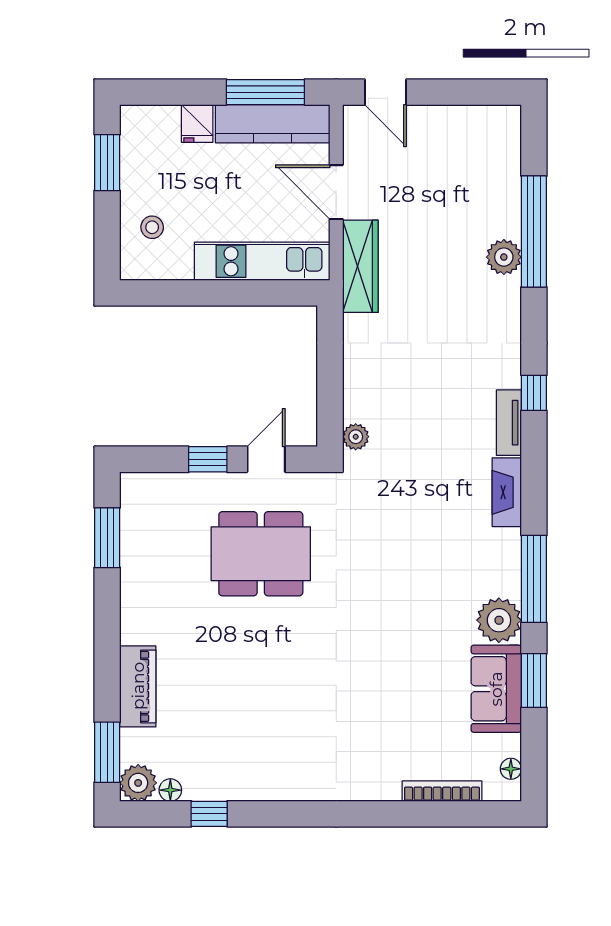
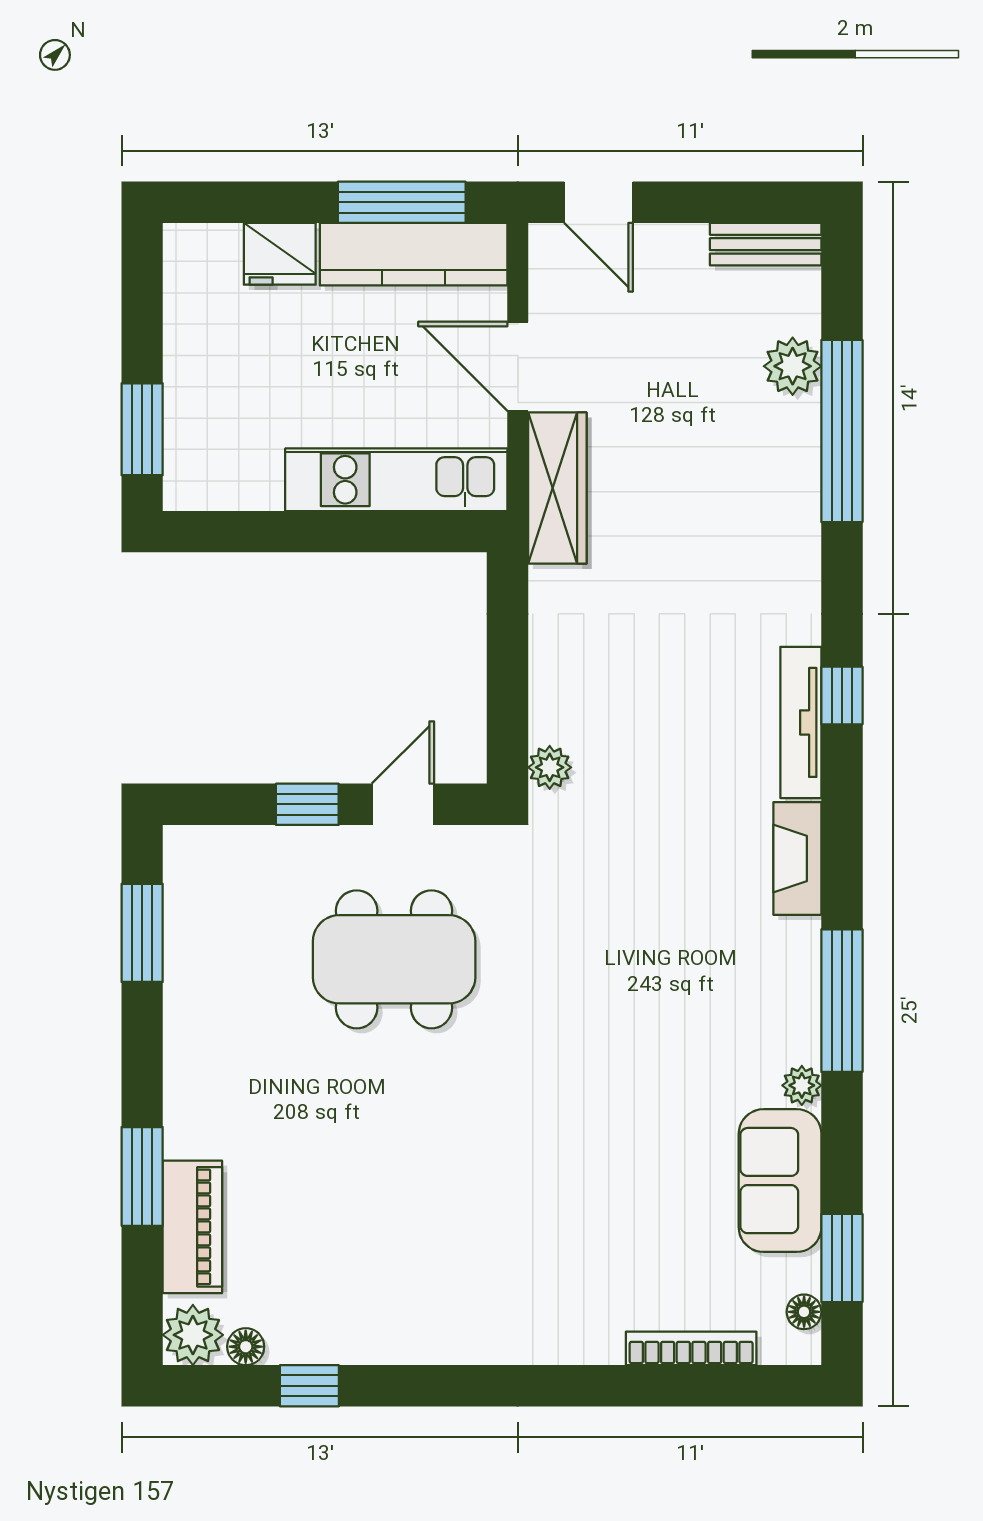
bench: (487, 118) -> (766, 244), added
fridge: (197, 123) -> (280, 254), width x1.38
window: (107, 163) -> (142, 429), moved
stool: (152, 227) -> (216, 424), removed
plant: (504, 257) -> (793, 366), moved
tv unit: (509, 423) -> (801, 722), width x1.41
plant: (499, 620) -> (802, 1085), width x0.53, depth x0.53
window: (534, 681) -> (842, 1258), moved
piano: (138, 686) -> (192, 1227), moved
window: (107, 752) -> (142, 1176), moved

